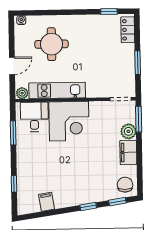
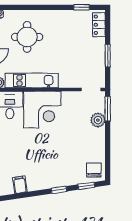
filing cabinet: (128, 152) -> (97, 140), removed

